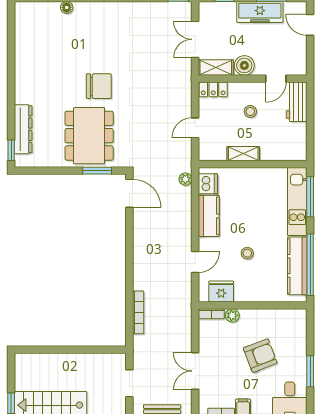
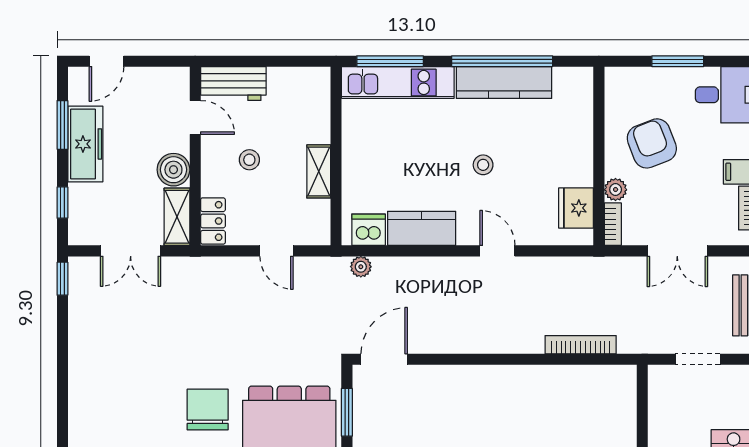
fridge: (221, 292) -> (576, 208), moved
wall: (253, 305) -> (599, 156), moved
bookcase: (211, 314) -> (613, 224), moved
plant: (232, 315) -> (616, 190), moved

